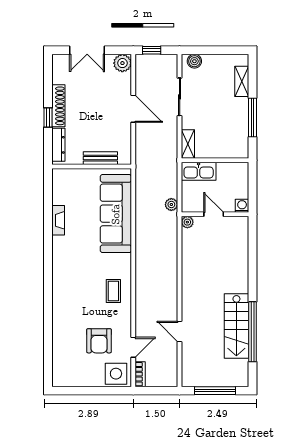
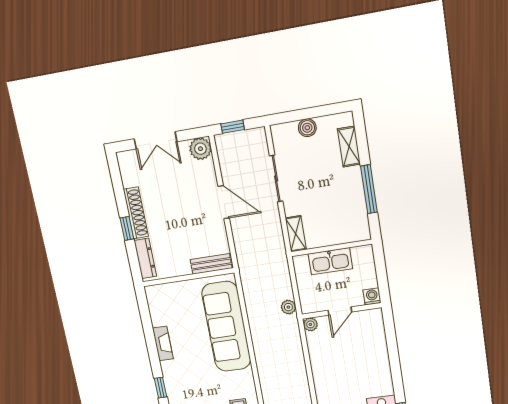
boiler: (194, 61) -> (307, 128), moved
bench: (100, 158) -> (211, 264), moved
kitchen sink: (199, 171) -> (330, 261), moved
door: (214, 214) -> (340, 311), swing flipped
window: (48, 259) -> (160, 388), added

